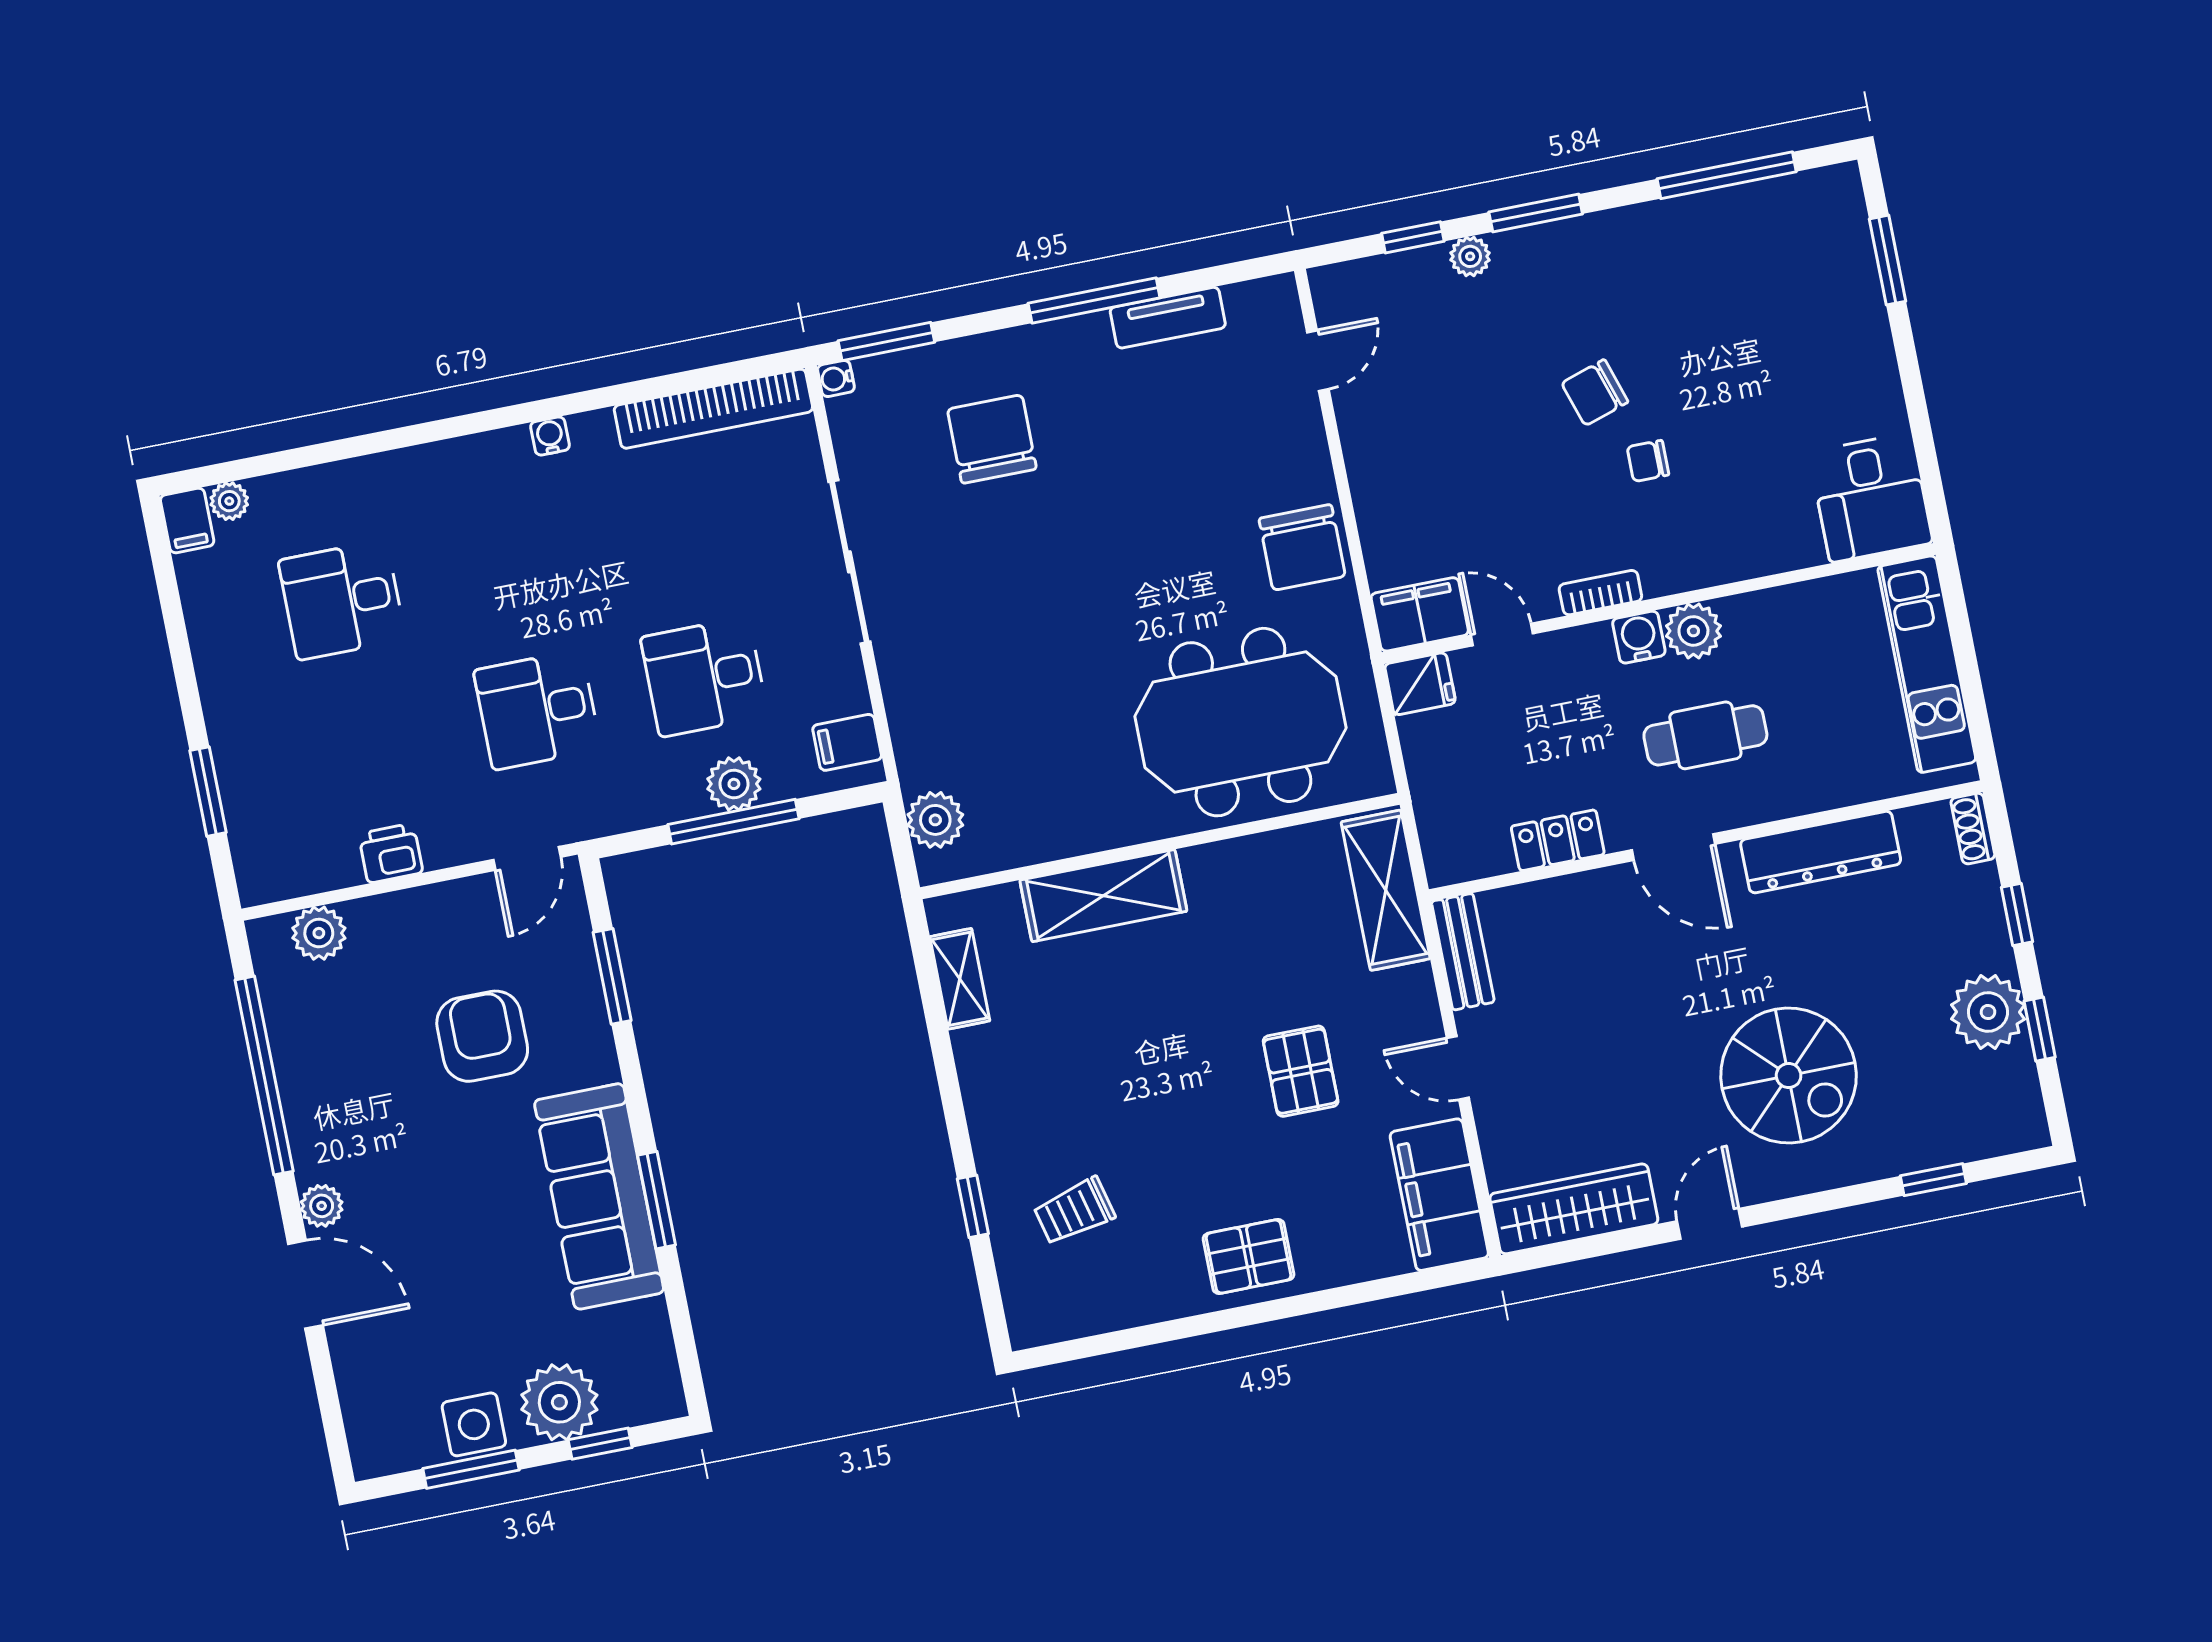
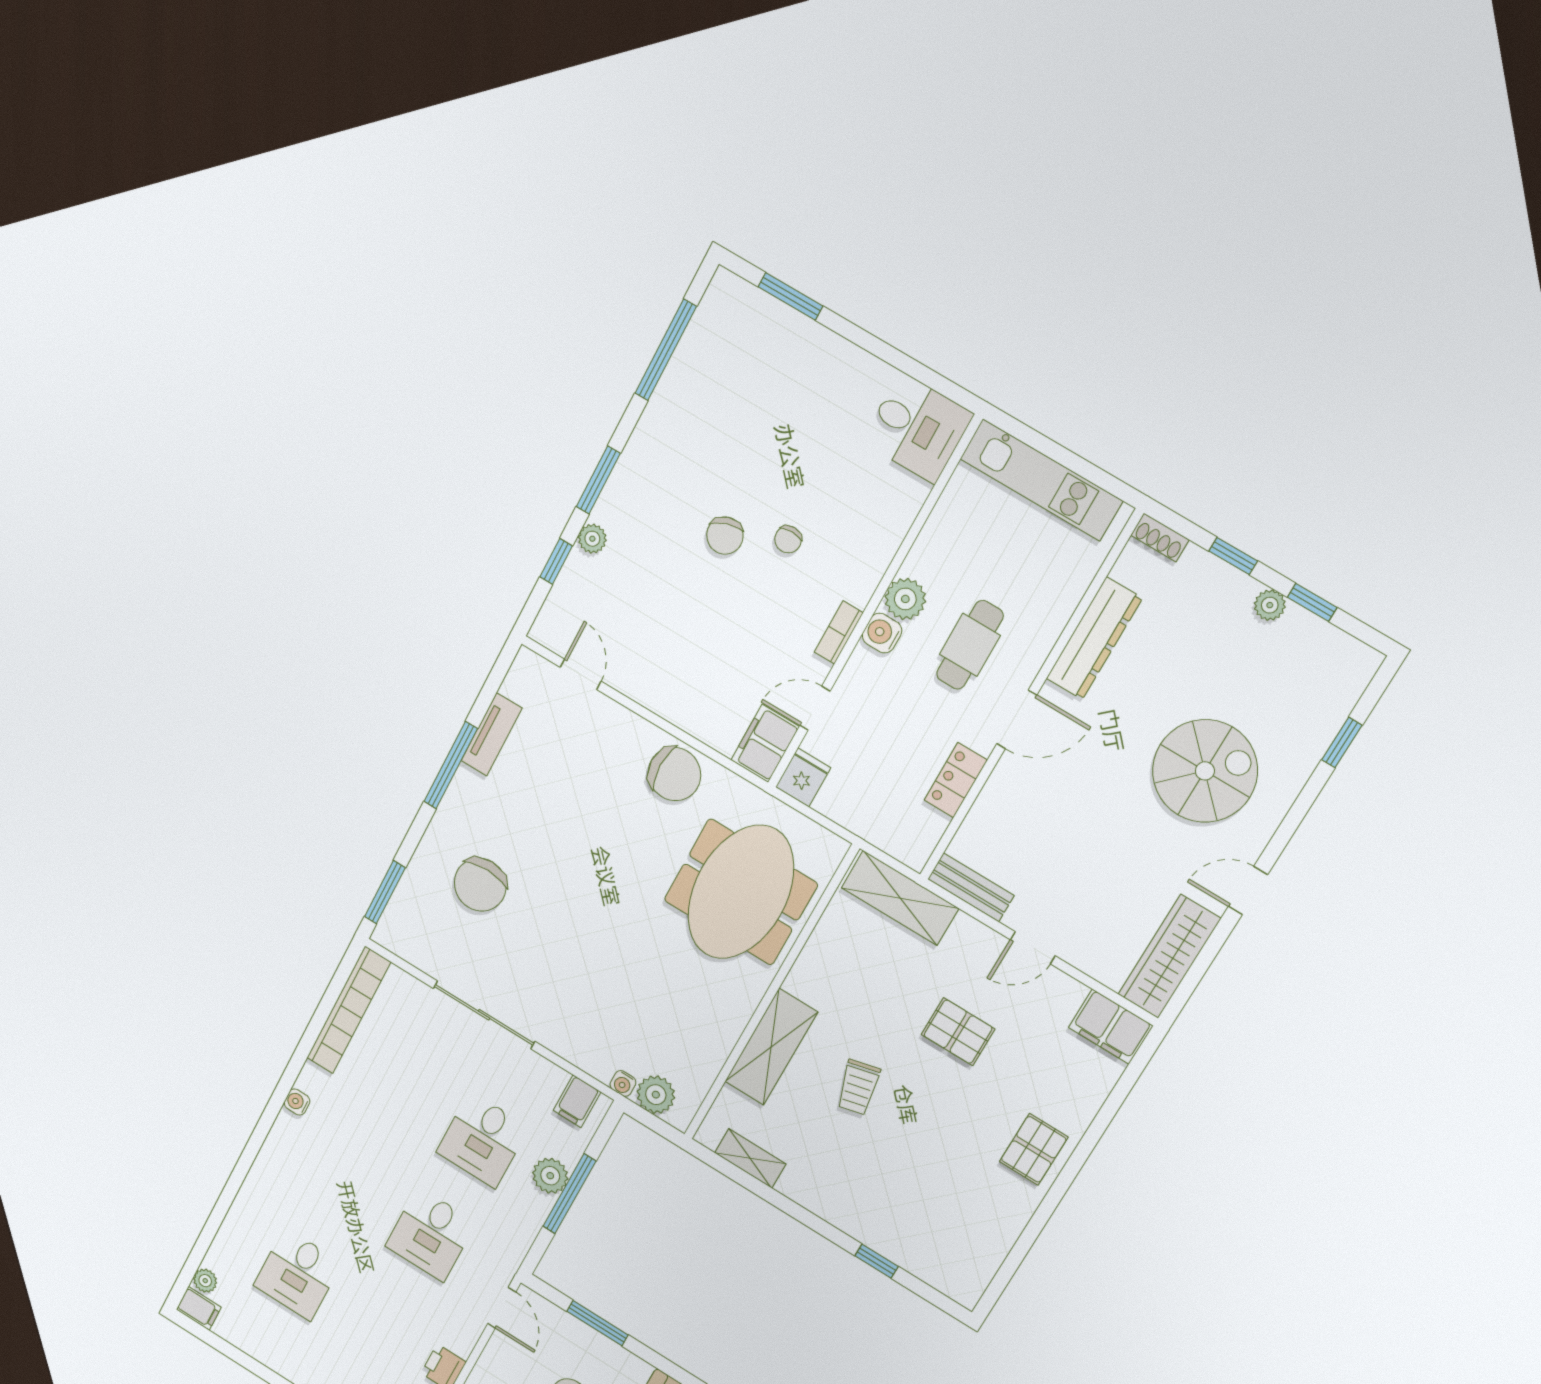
water cooler: (836, 378) -> (623, 1083), moved
chair: (992, 439) -> (480, 885), turned -90
plant: (1988, 1012) -> (1270, 605), width x0.53, depth x0.53
filing cabinet: (1439, 1195) -> (1111, 1027), width x0.67, depth x0.86
trolley: (1074, 1211) -> (858, 1087), moved
door: (1710, 1224) -> (1248, 891), hinge flipped

